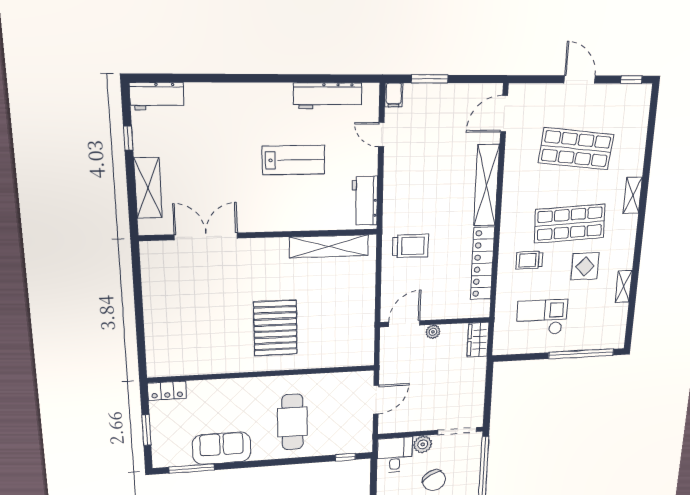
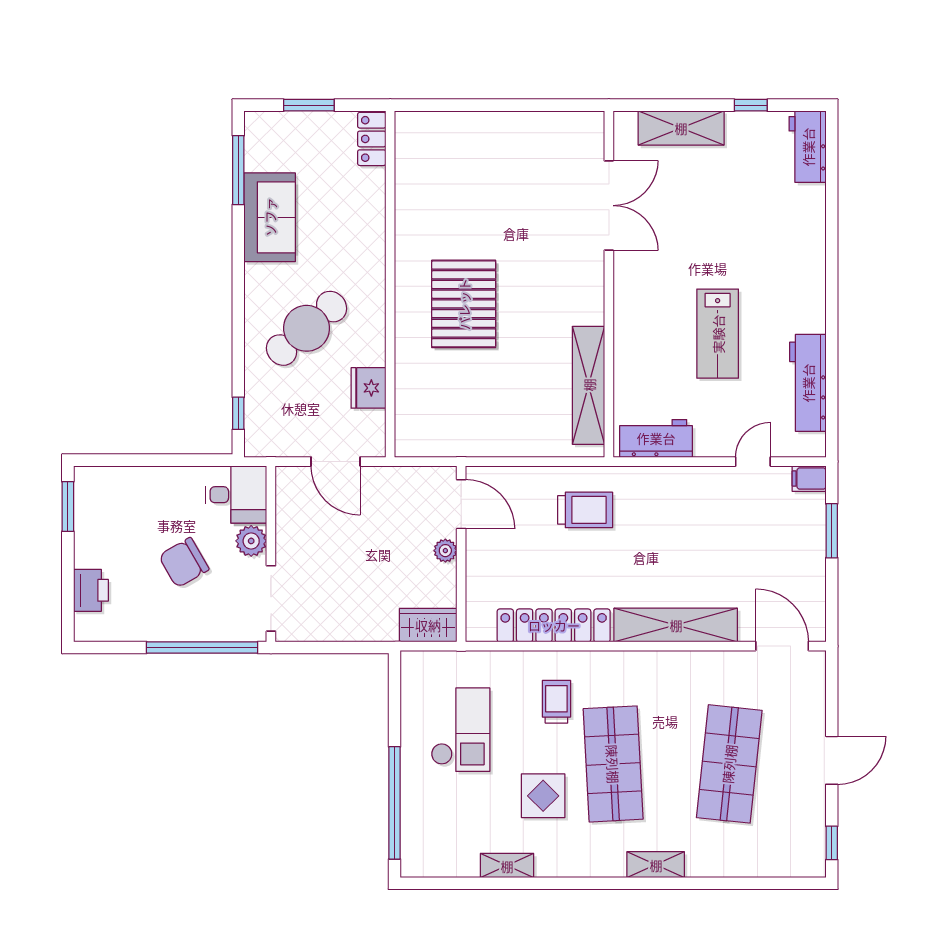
trolley: (410, 246) -> (585, 510), turned -90
pallet: (275, 328) -> (464, 304), turned 90
fridge: (330, 383) -> (369, 388), added
cafe table: (292, 422) -> (307, 328), turned -41

